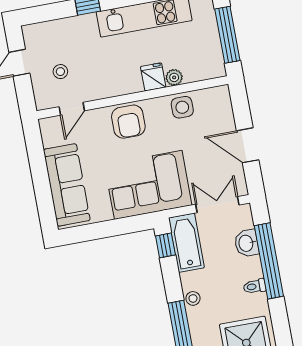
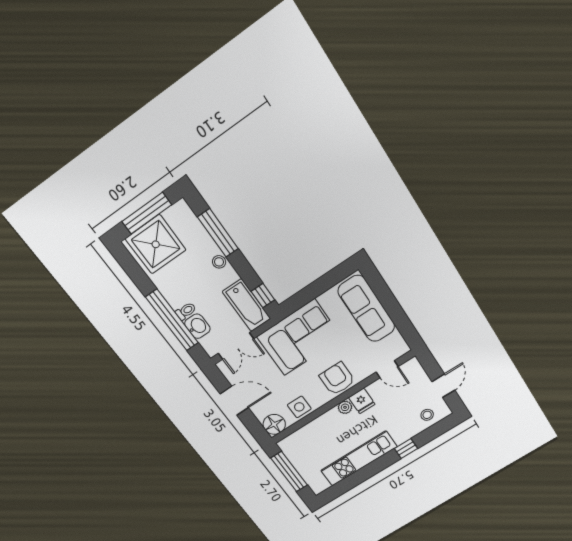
stool: (60, 72) -> (427, 415), moved
fridge: (153, 77) -> (362, 401), moved
plant: (174, 77) -> (345, 407), moved
floor lamp: (218, 99) -> (274, 424), added
door: (72, 109) -> (387, 369), swing flipped
toilet: (255, 286) -> (186, 311), moved

